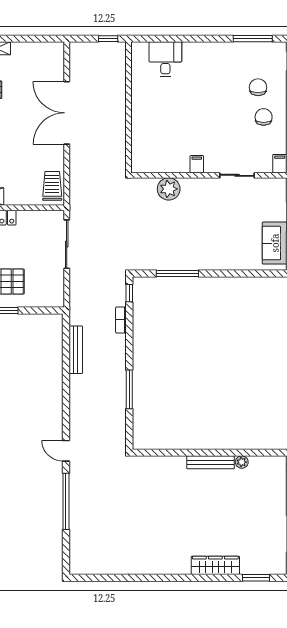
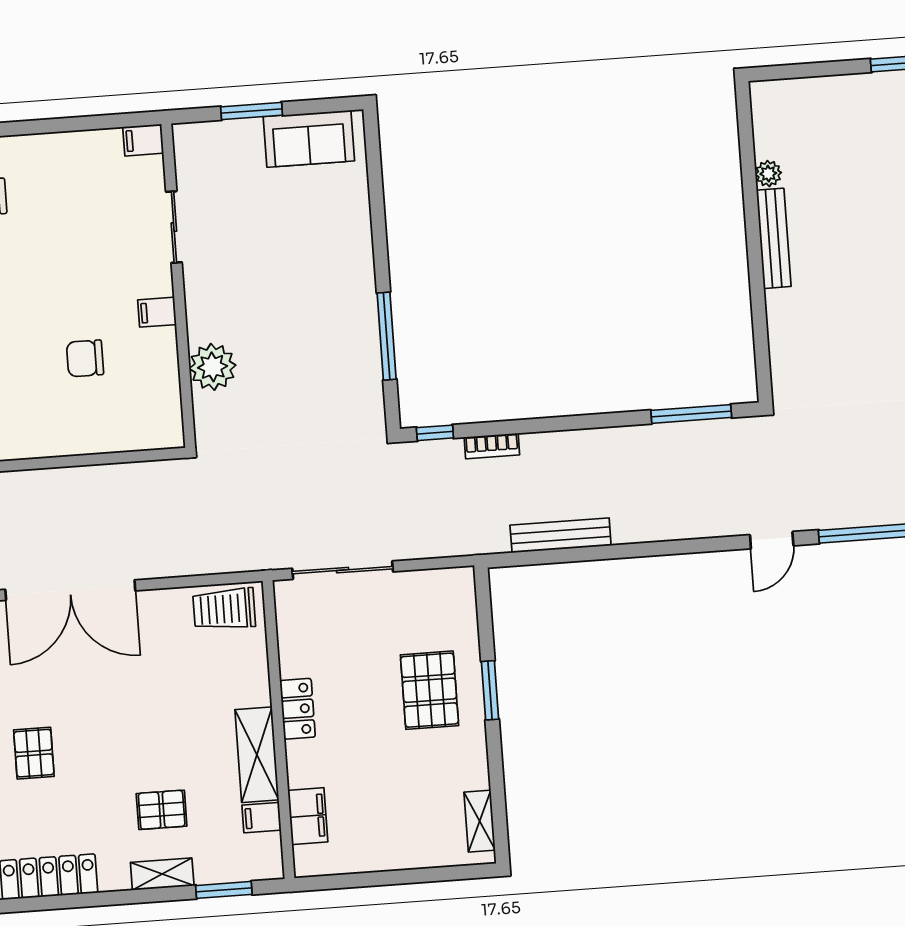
chair: (264, 117) -> (85, 358), moved
window: (129, 389) -> (691, 414), moved

